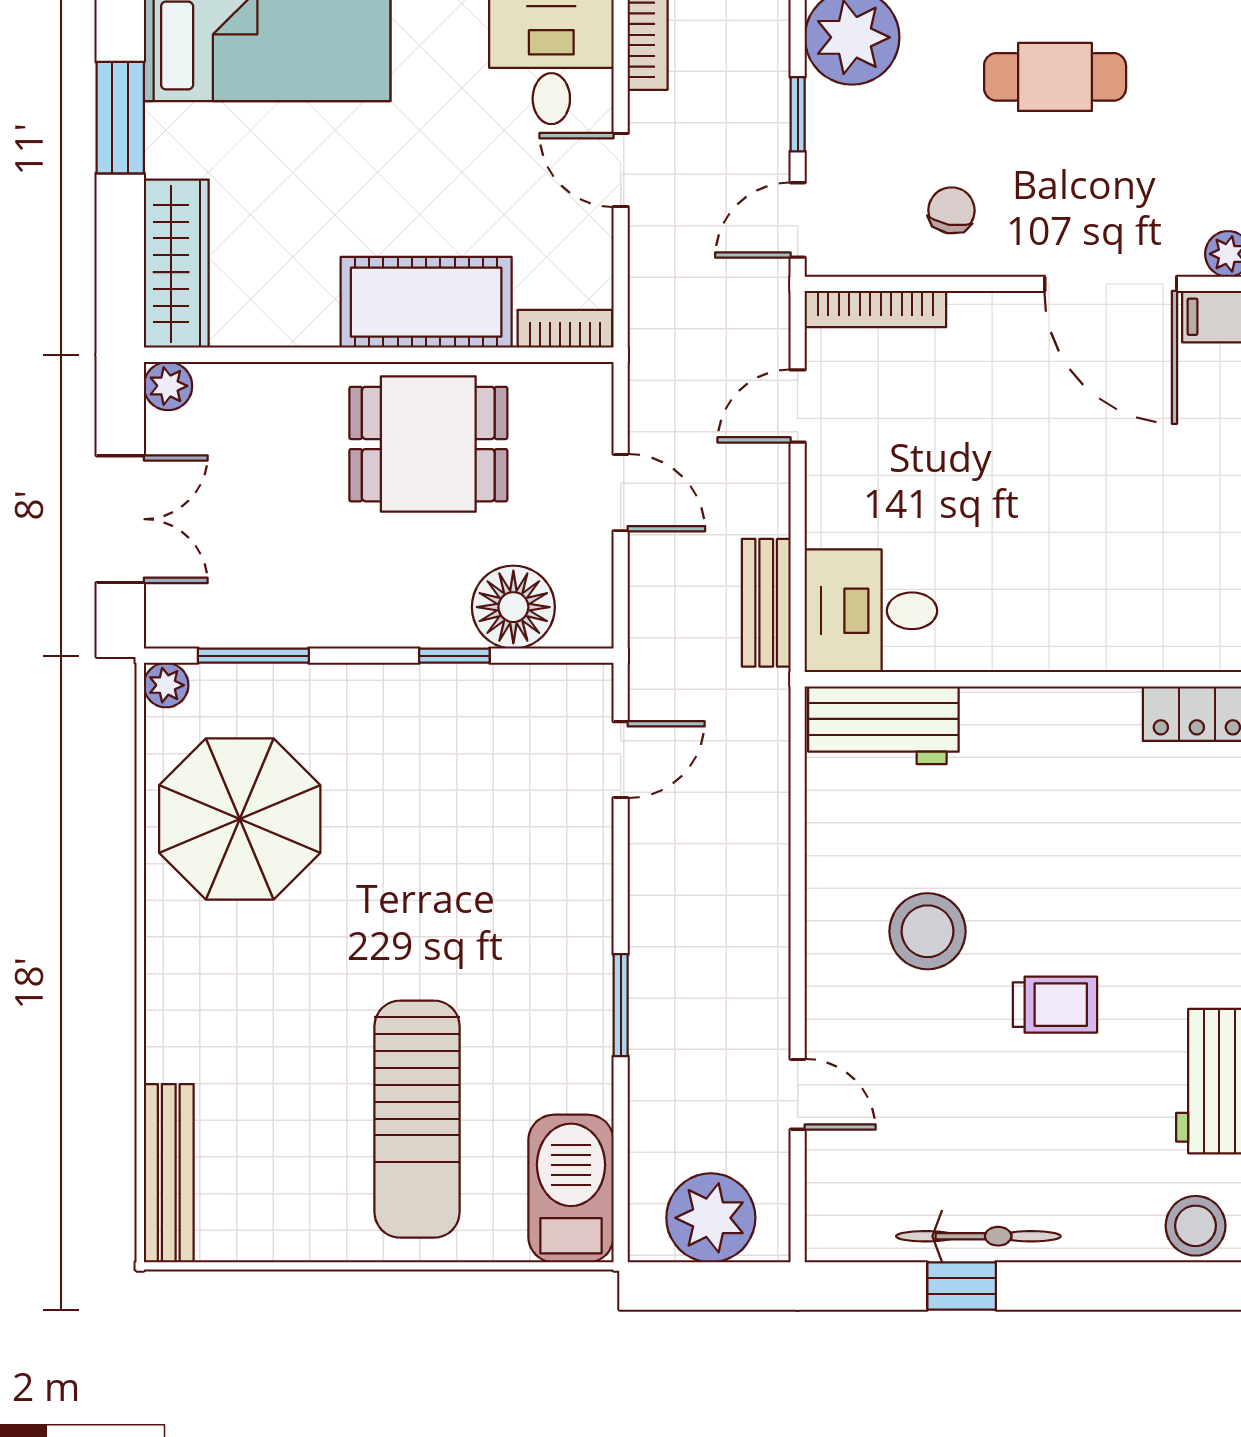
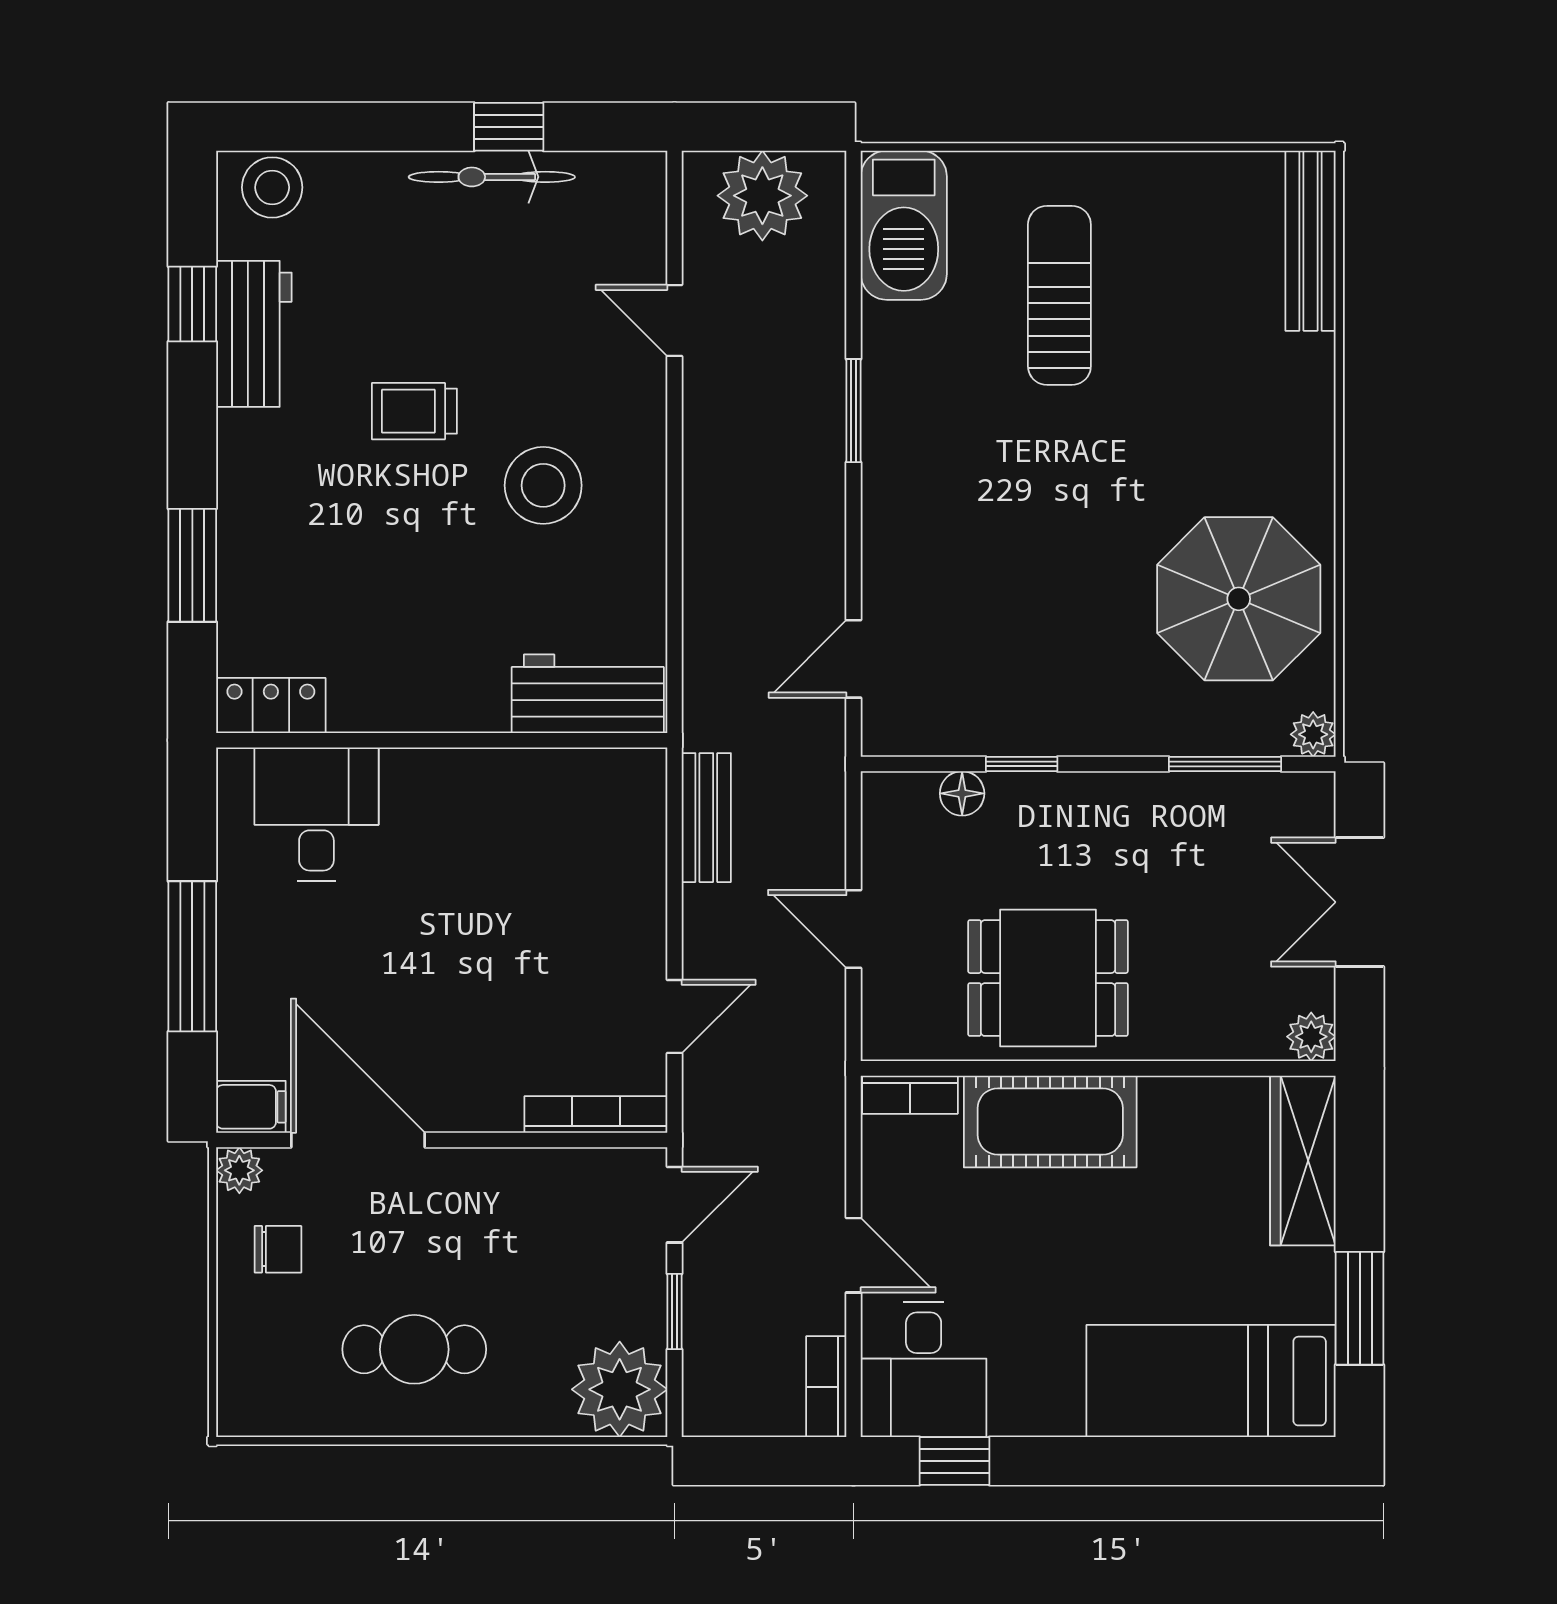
chair: (951, 210) -> (278, 1249), moved, turned -100
floor lamp: (513, 607) -> (962, 793), width x0.53, depth x0.53
desk: (871, 611) -> (316, 814), moved, turned -90
sun lounger: (417, 1119) -> (1059, 295), width x0.73, depth x0.75

